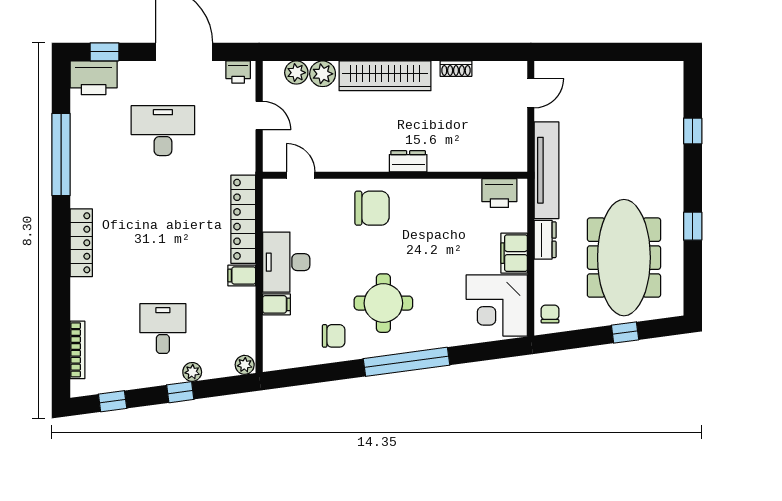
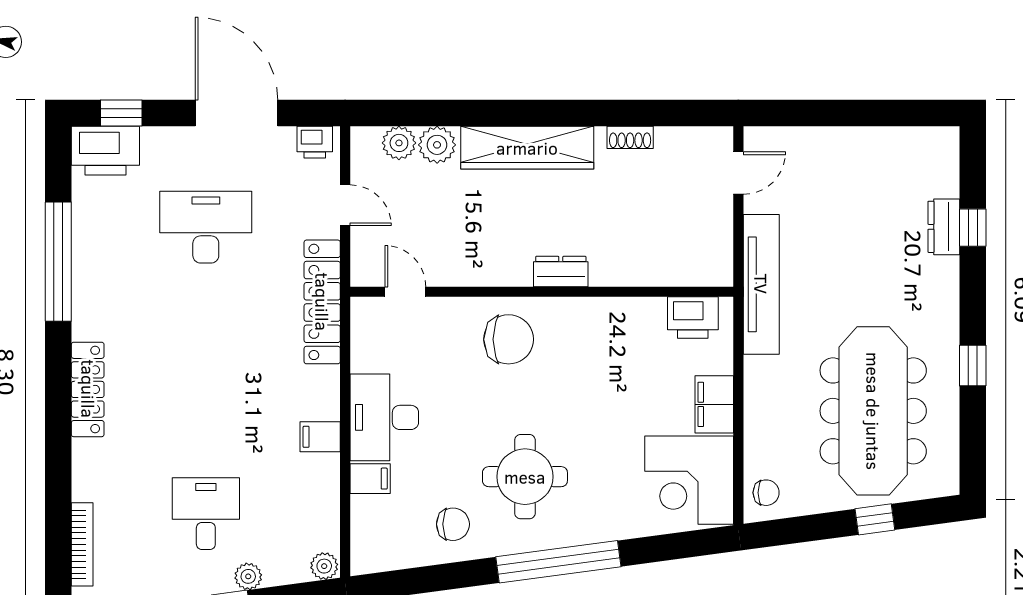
locker: (243, 219) -> (322, 302), moved
dresser: (545, 240) -> (944, 227), moved, turned 180
chair: (550, 314) -> (766, 493), turned 90

